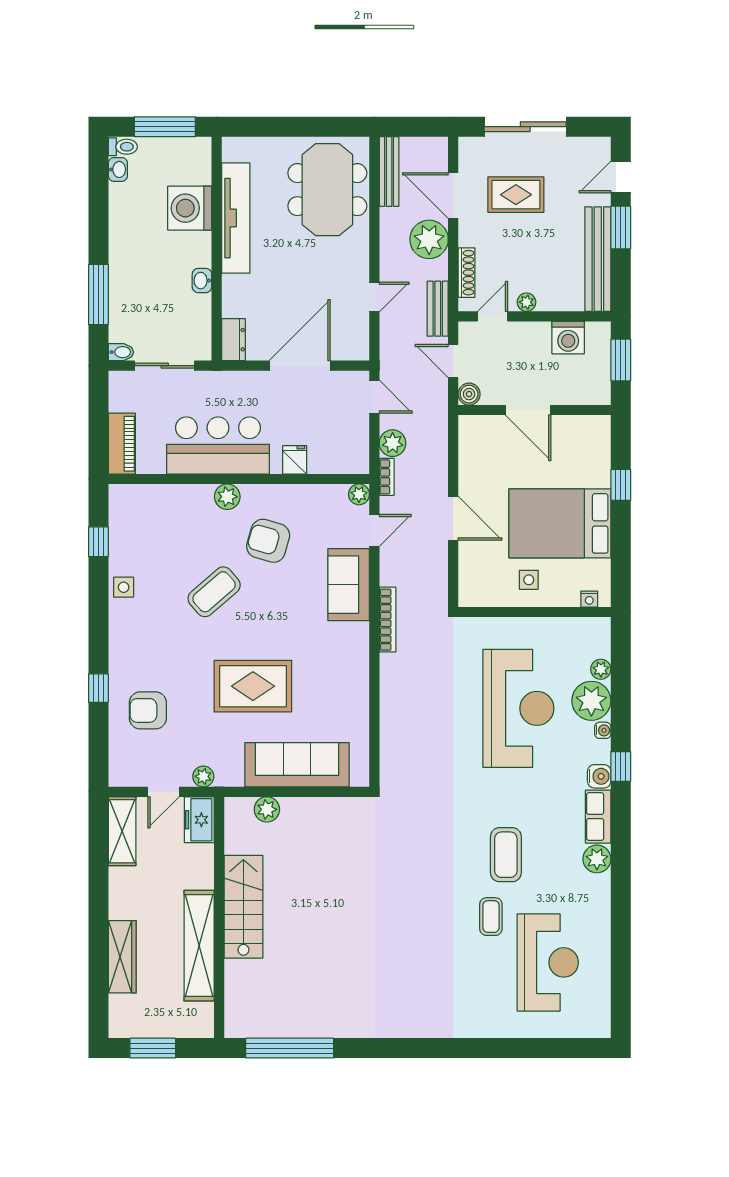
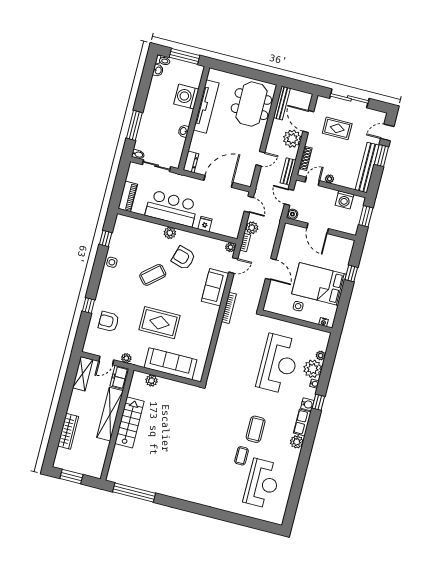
shelving: (199, 946) -> (110, 414), moved

